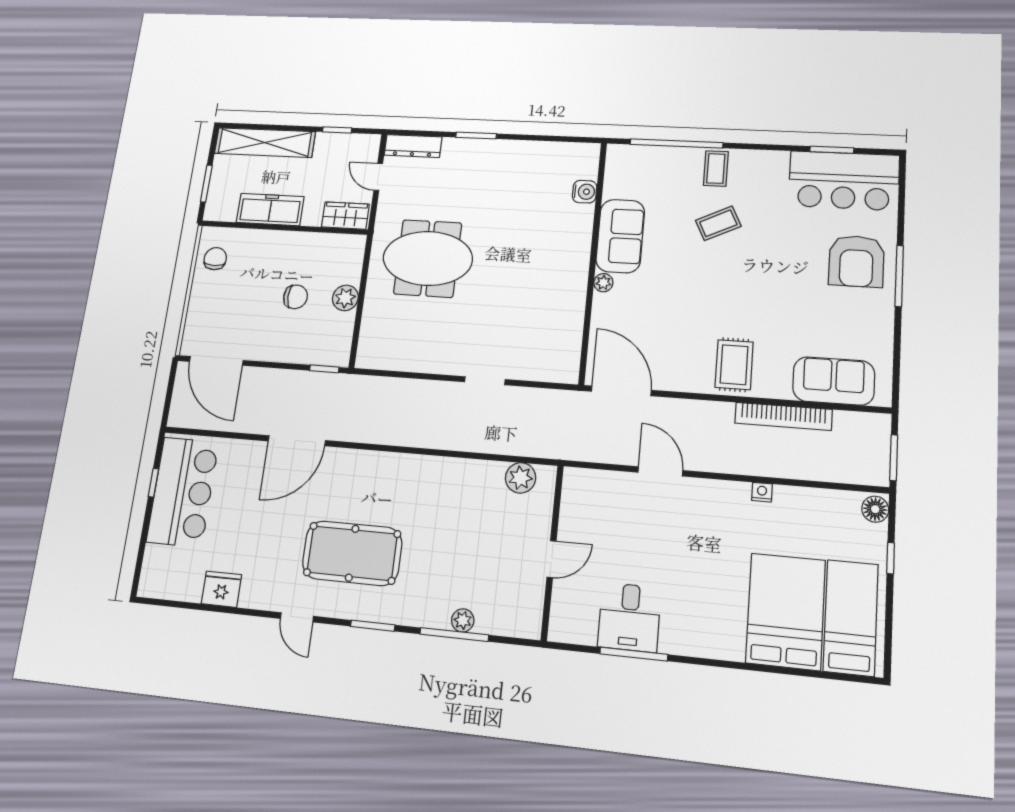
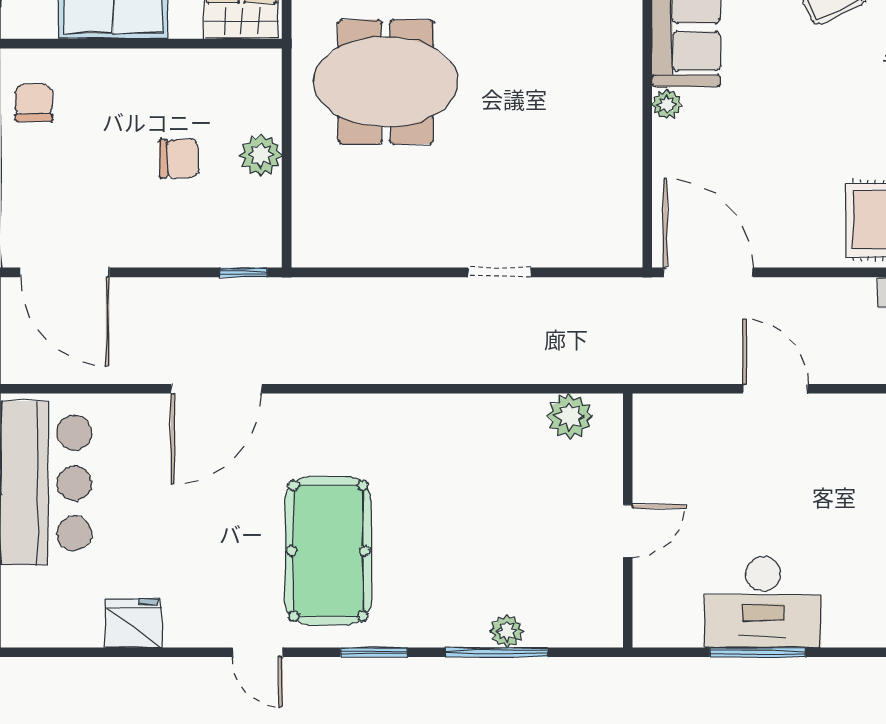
pool table: (352, 553) -> (328, 551), turned 90
desk: (629, 617) -> (763, 602), width x1.37

